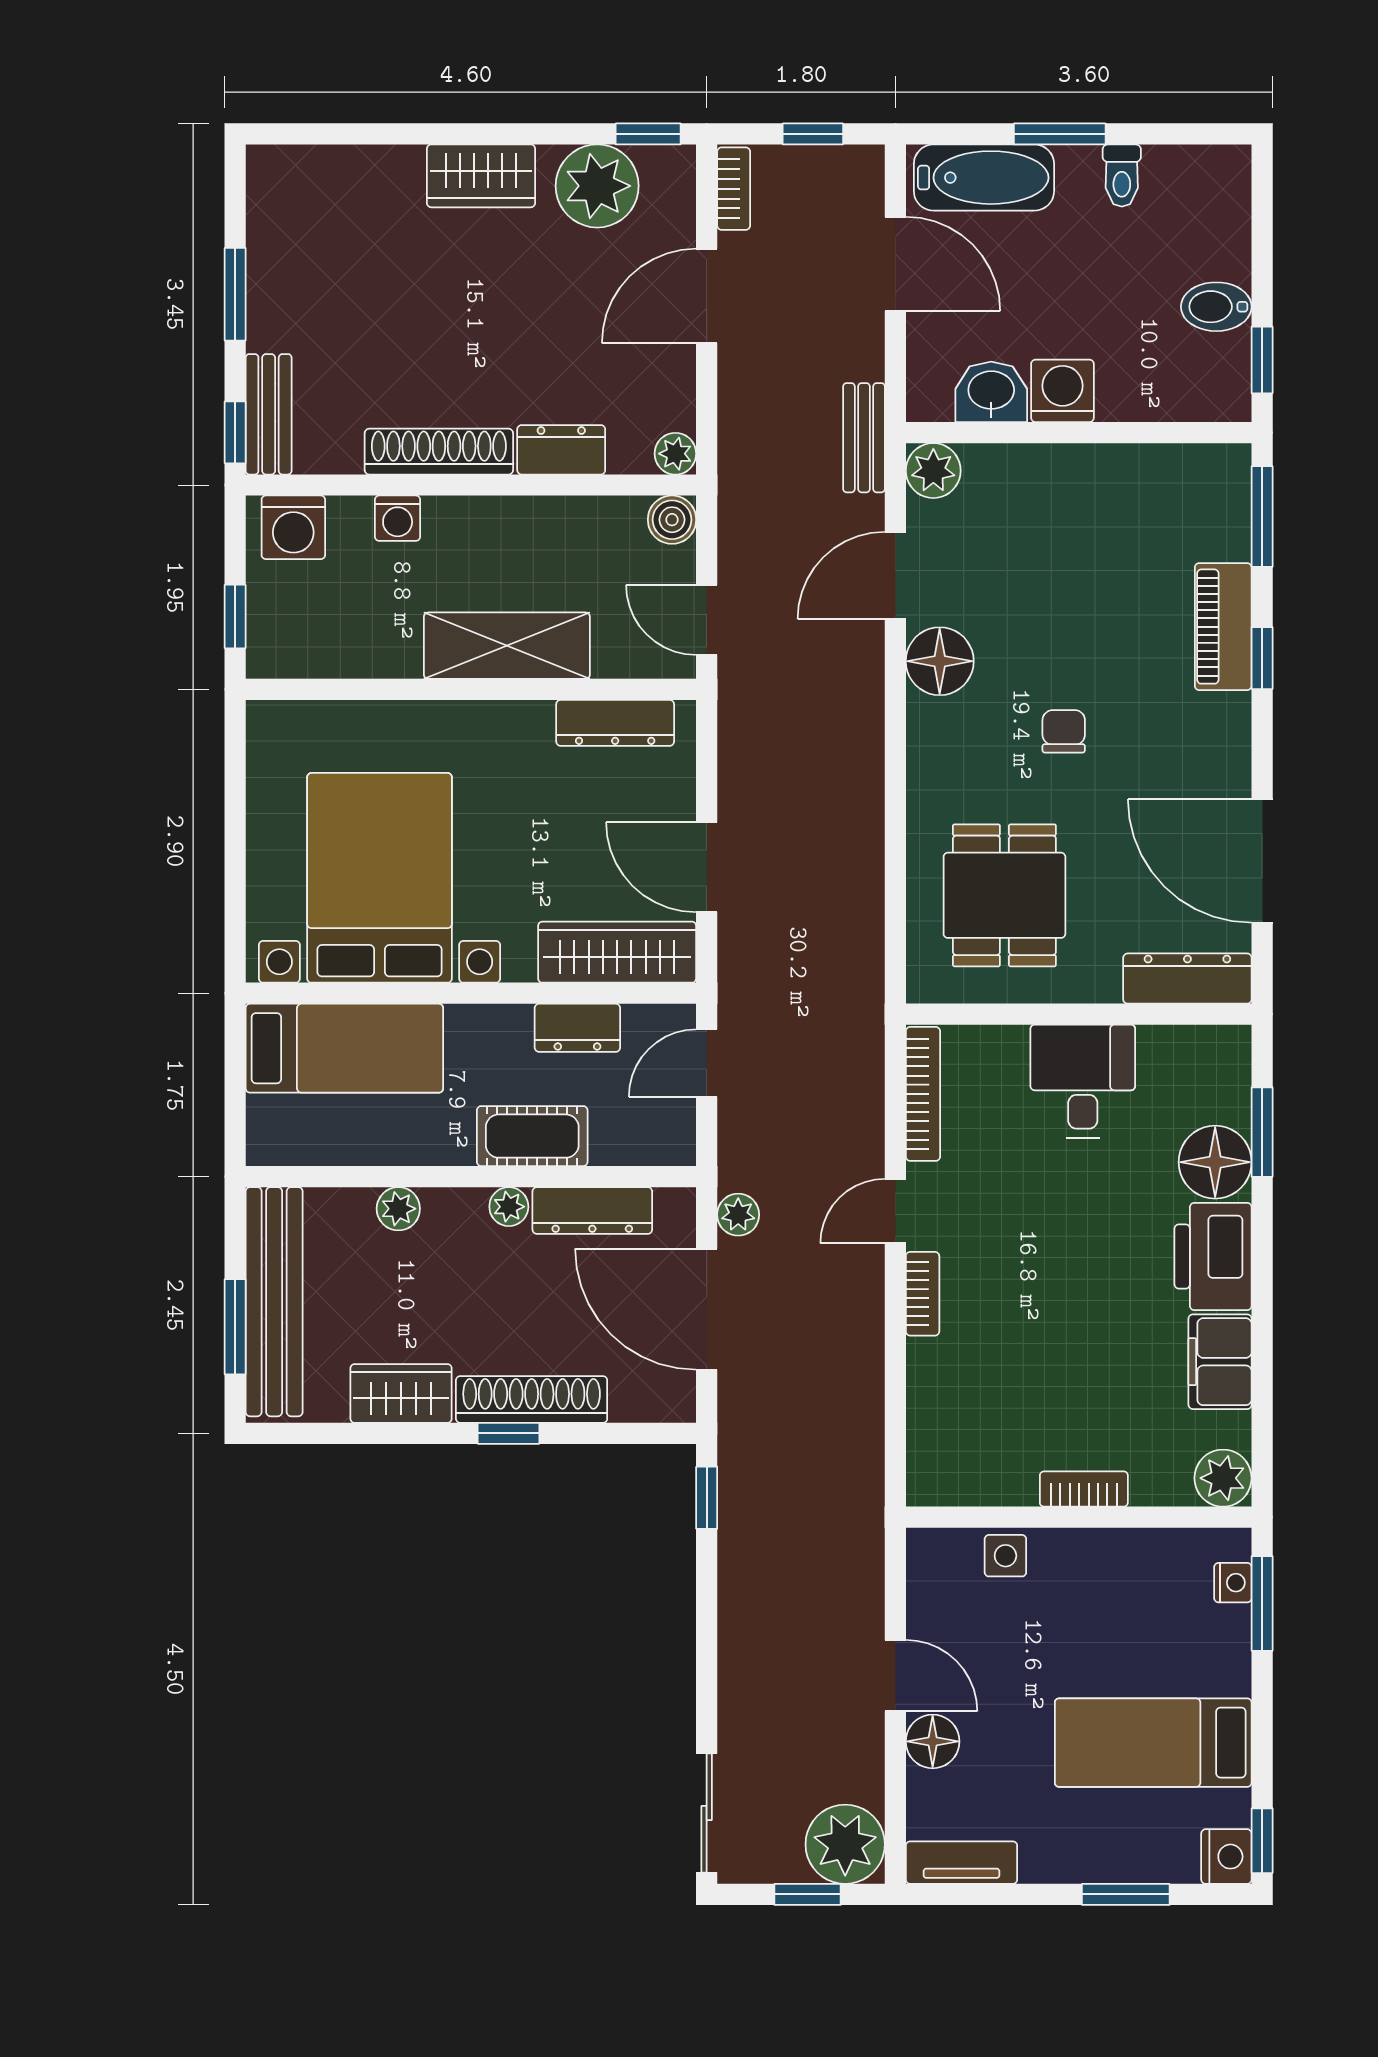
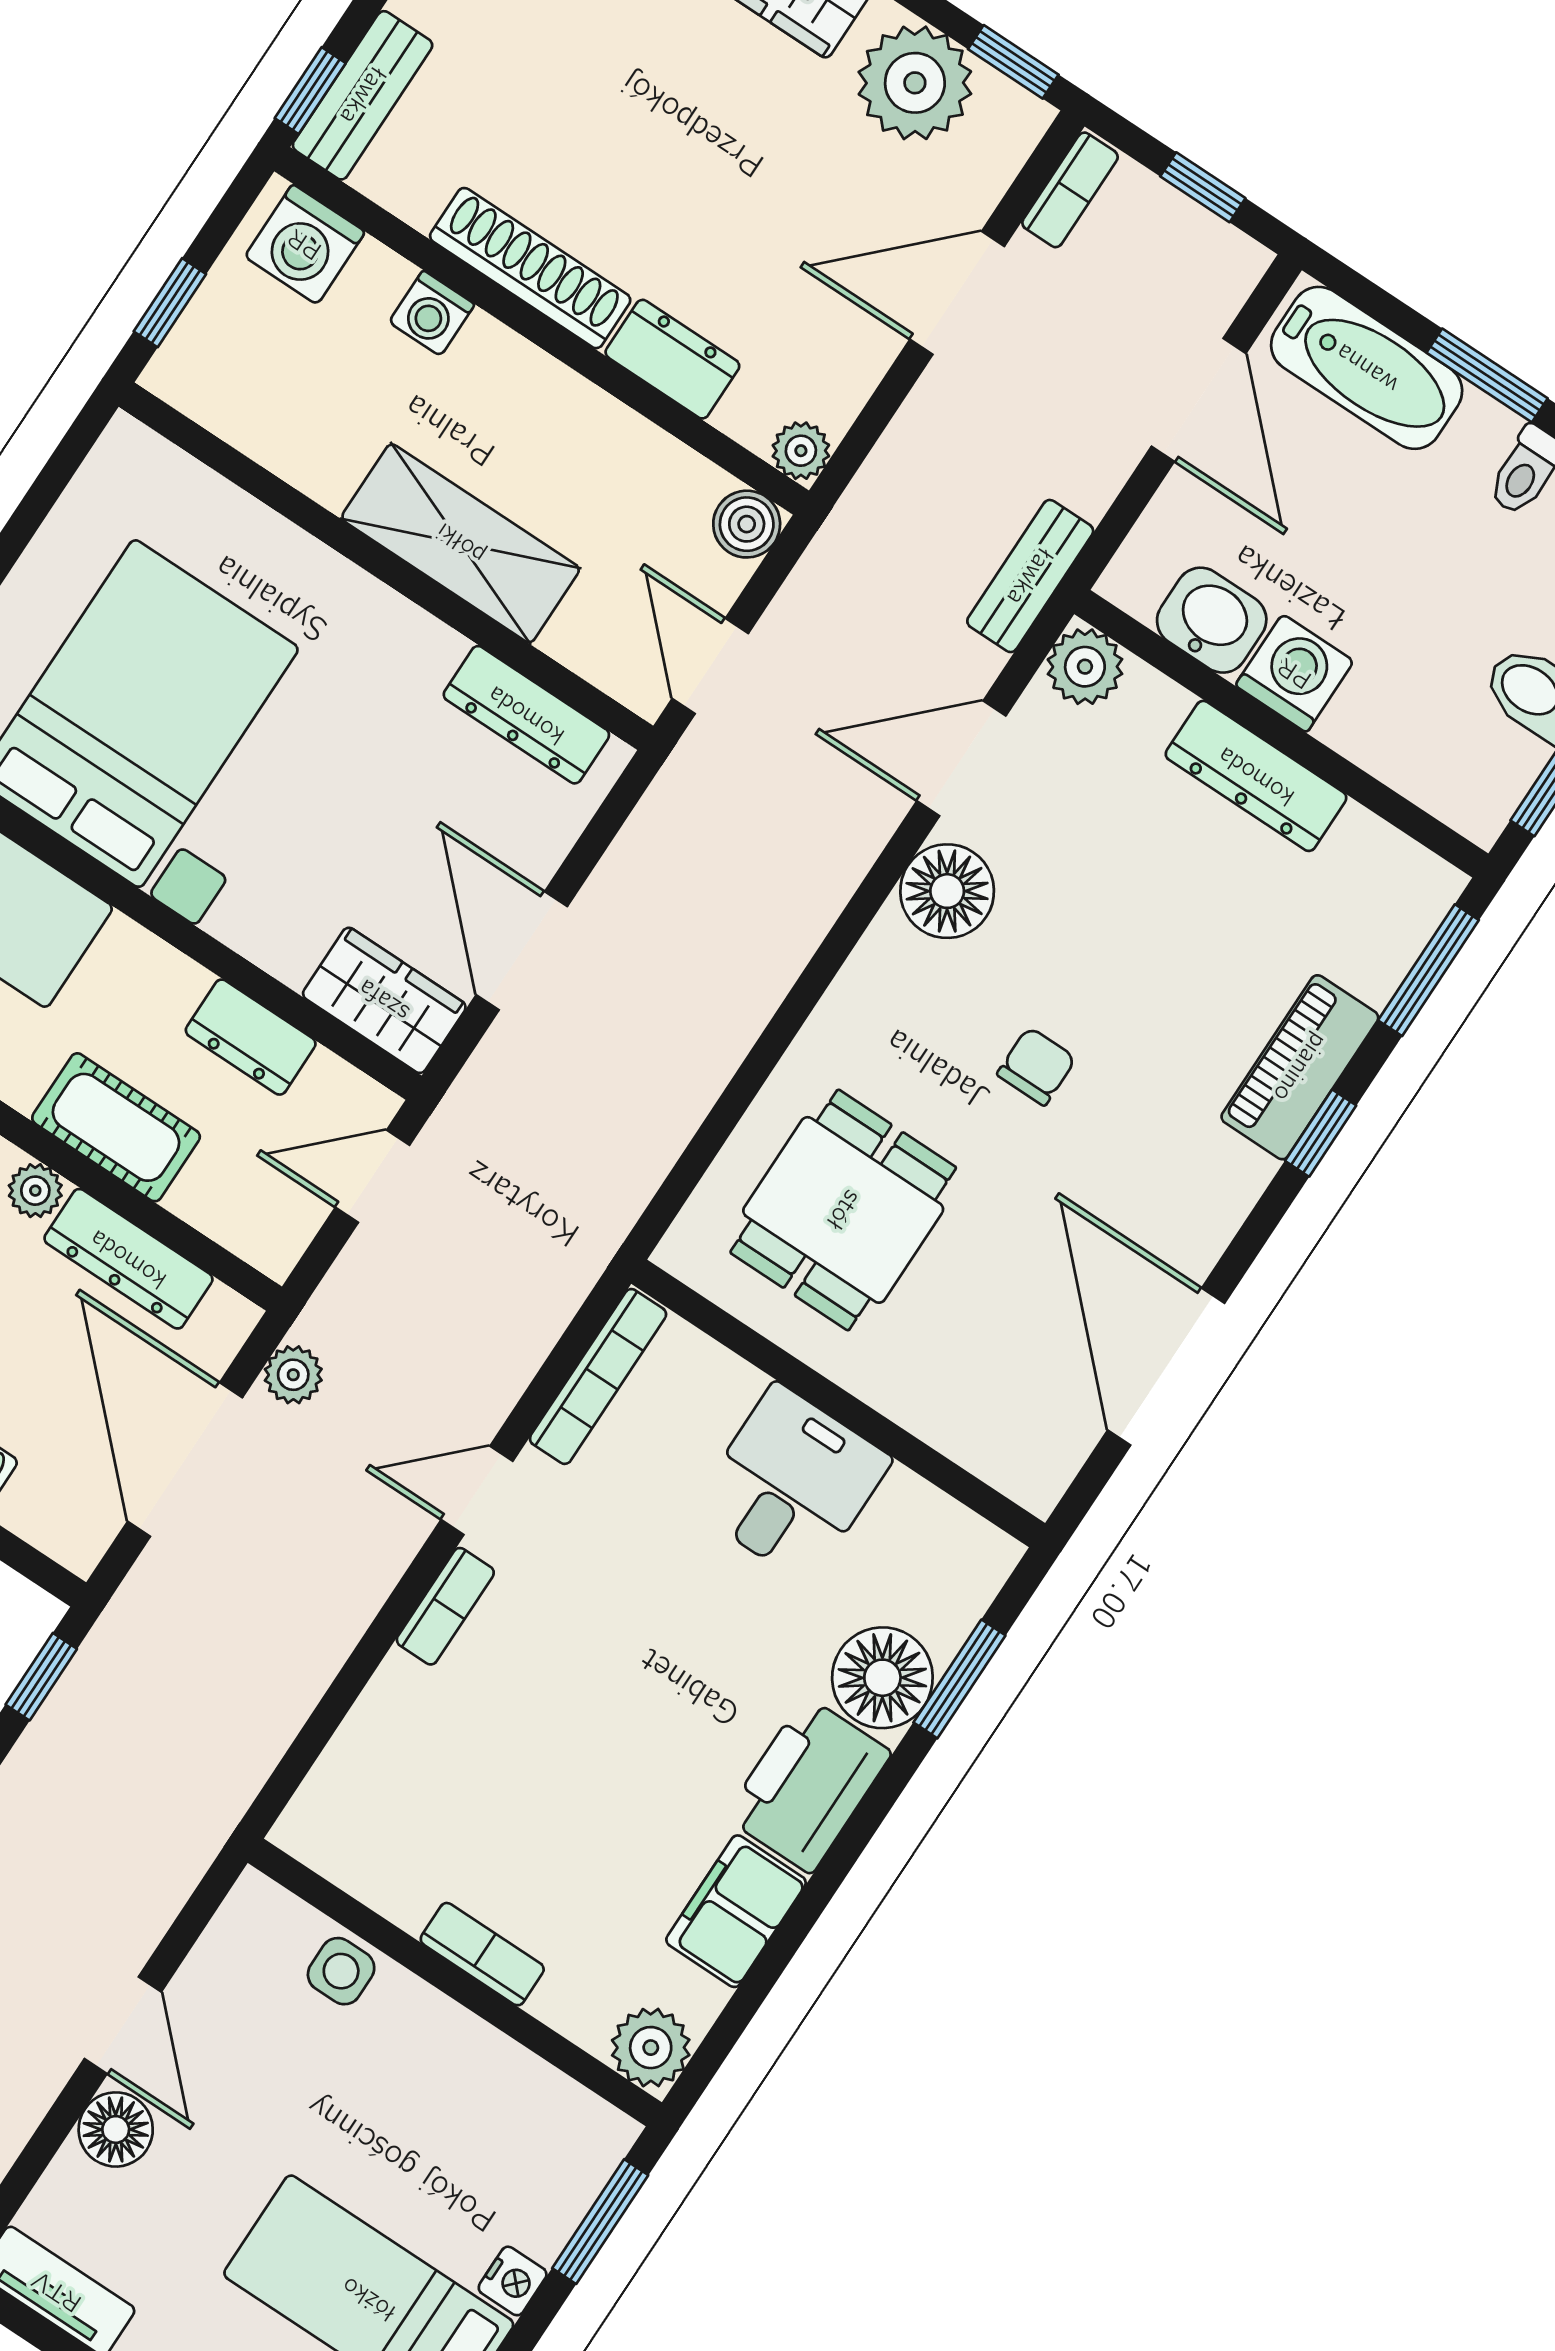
wardrobe: (617, 952) -> (384, 1000), width x0.67
dresser: (1187, 979) -> (1256, 776), moved, turned 180
nightstand: (1233, 1583) -> (513, 2281), moved

